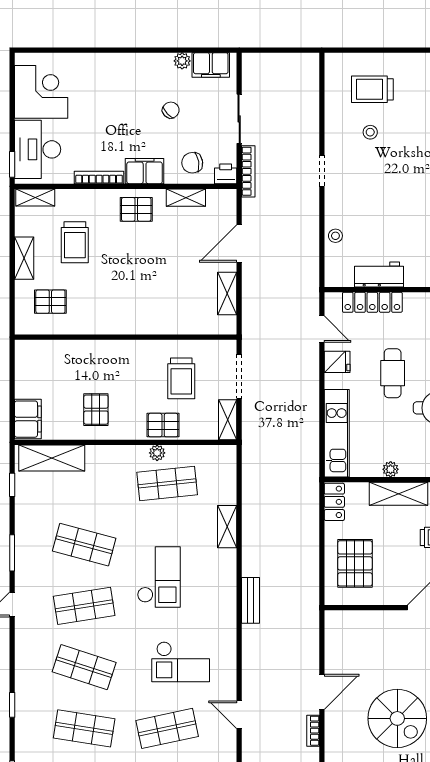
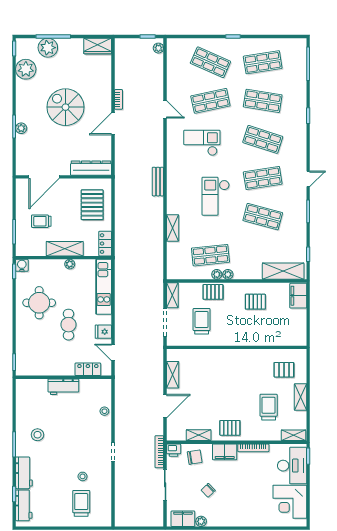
trolley: (372, 89) -> (81, 503), turned -90
workbench: (379, 275) -> (63, 387), moved
locker: (372, 302) -> (88, 369), width x0.66
pallet: (96, 410) -> (255, 302), turned 90
plant: (140, 453) -> (228, 274), added
dresser: (357, 622) -> (91, 168), added

